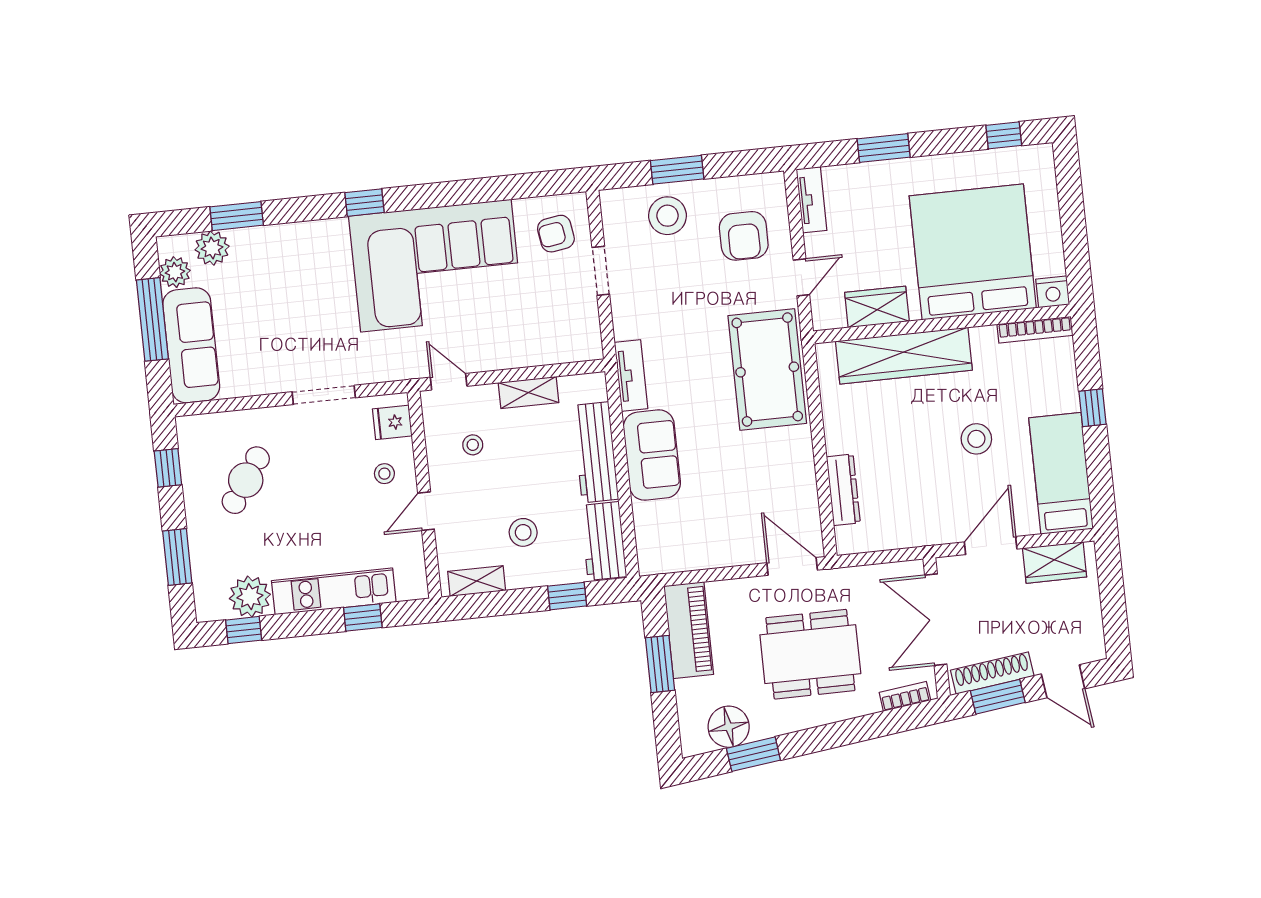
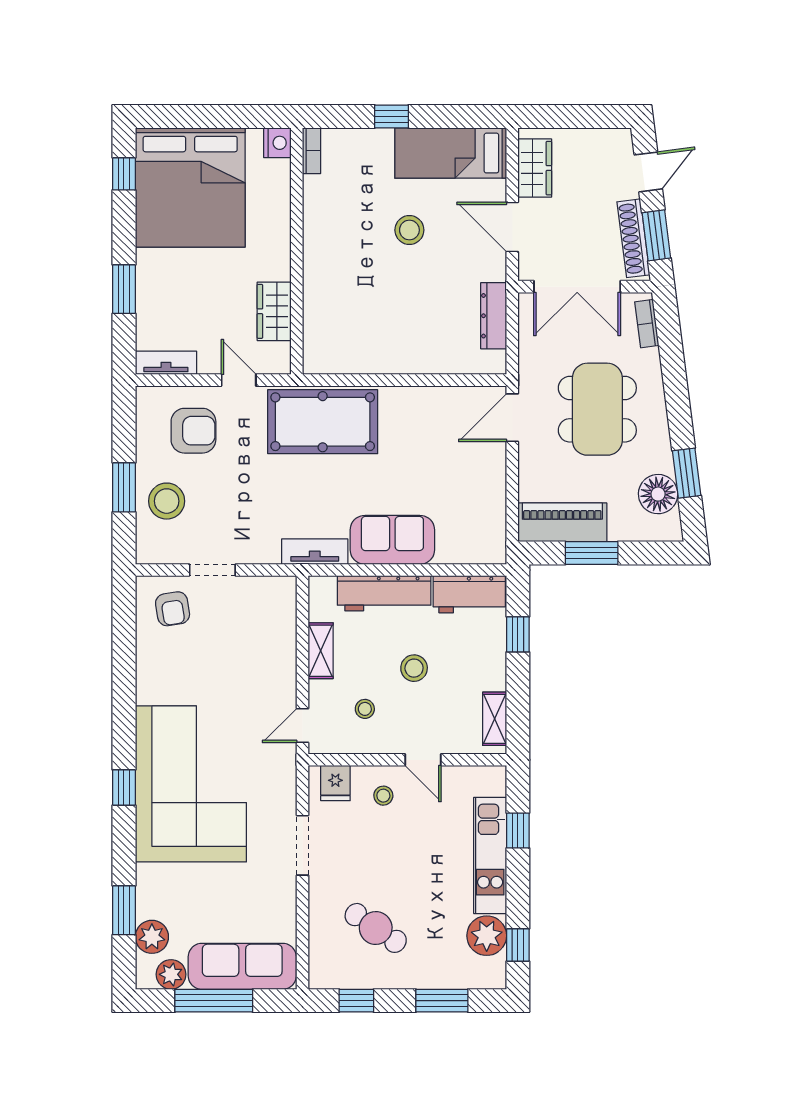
bed: (973, 252) -> (190, 188), moved, turned -90
corner sofa: (436, 266) -> (191, 784), moved
bookcase: (1035, 330) -> (312, 151), width x0.64
wardrobe: (904, 356) -> (323, 291), removed
dresser: (843, 490) -> (494, 316), moved, turned -90
stool: (523, 532) -> (414, 668), moved

